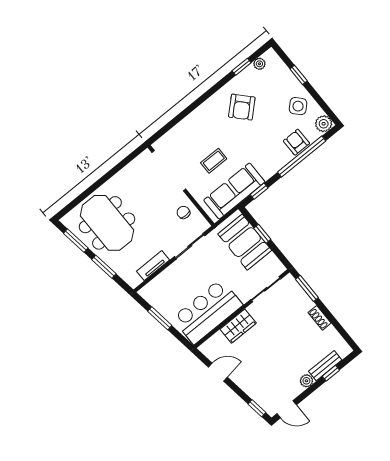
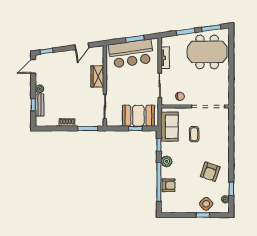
side table: (298, 106) -> (206, 204), moved
armchair: (242, 107) -> (210, 172), turned -118
plant: (324, 124) -> (167, 161), moved
sofa: (234, 191) -> (170, 127), width x0.73
bar counter: (207, 311) -> (131, 54), moved, turned 82

